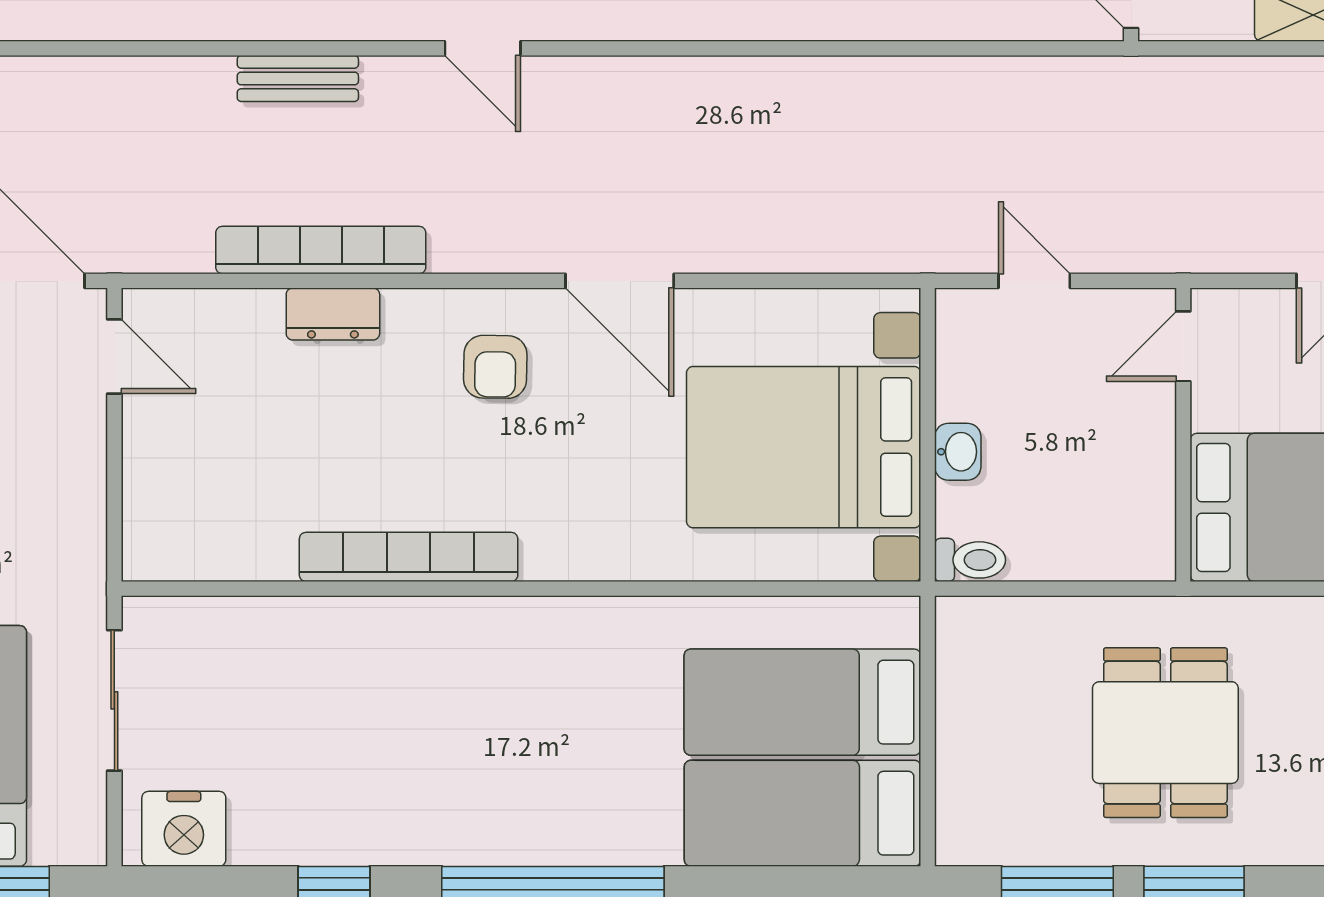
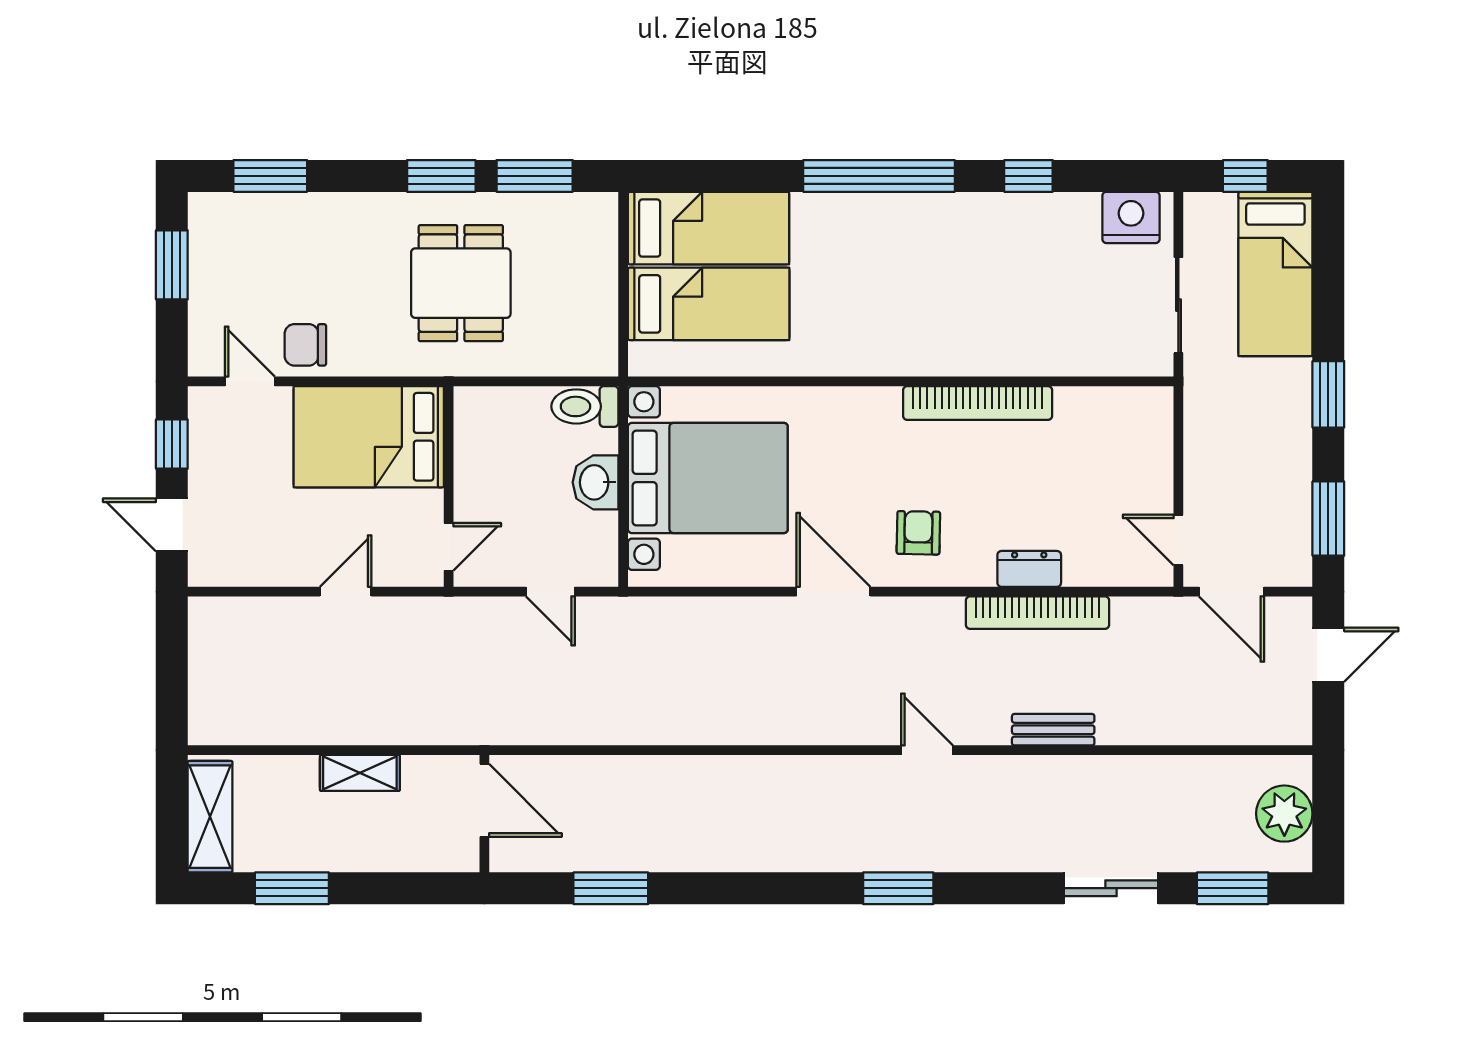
washbasin: (958, 452) -> (596, 482), width x1.38, depth x1.45
toilet: (970, 560) -> (585, 406), width x1.37, depth x1.39

